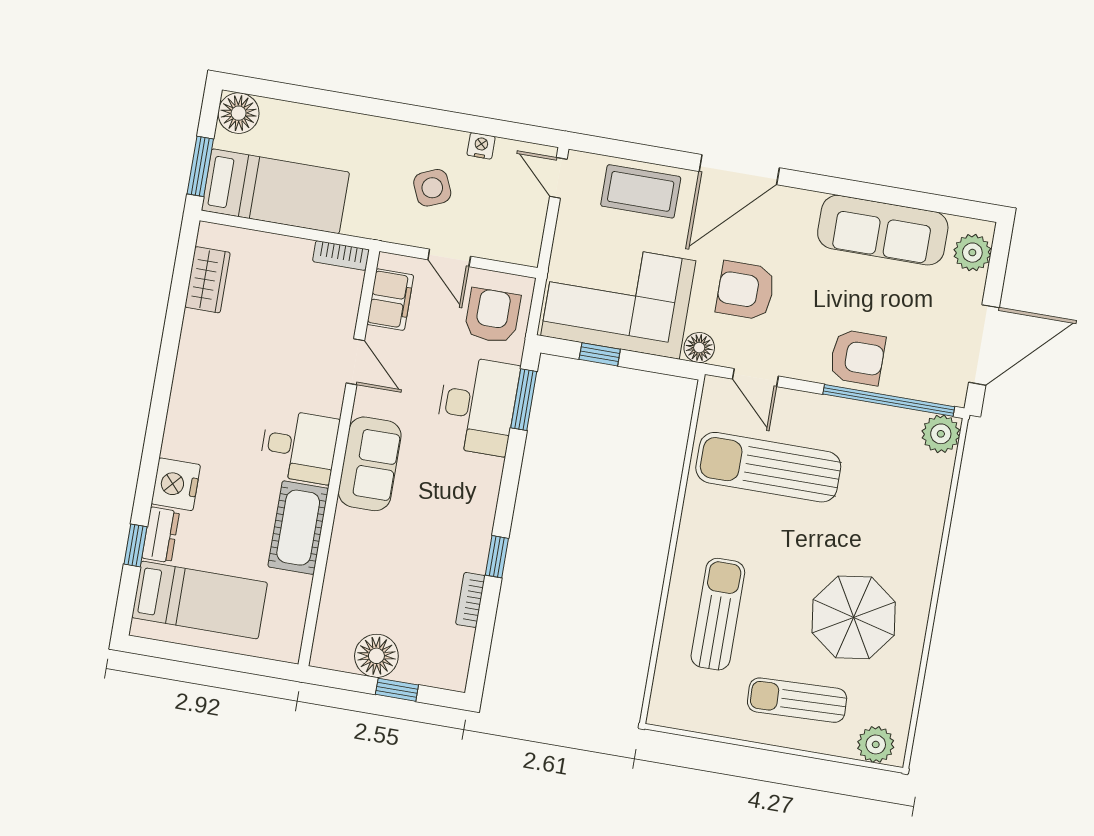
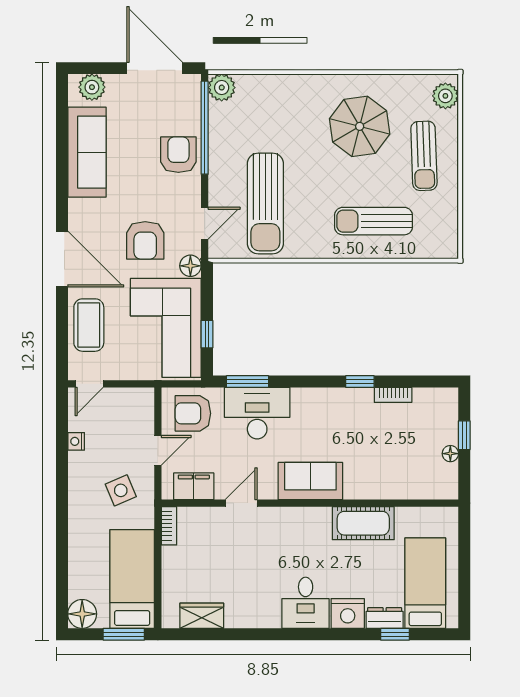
side table: (432, 188) -> (121, 490), moved
desk: (299, 446) -> (306, 603), moved, turned 180
floor lamp: (376, 656) -> (450, 454), width x0.53, depth x0.53

